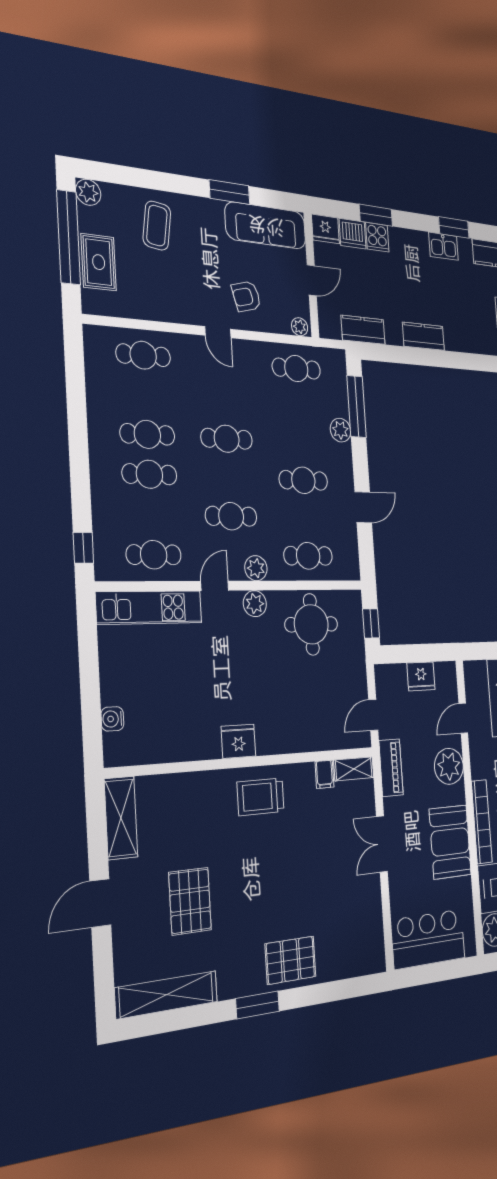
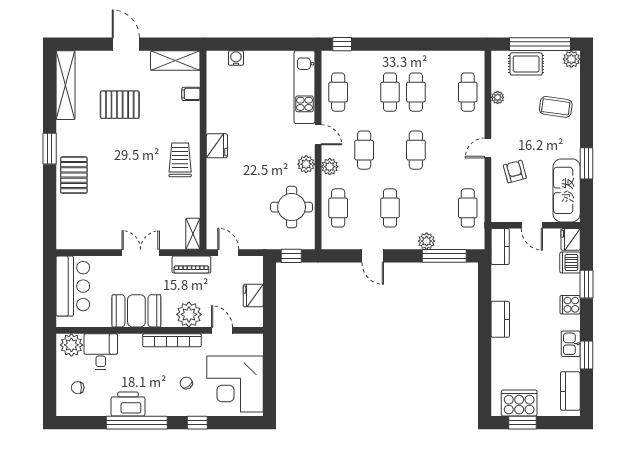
cooker: (377, 237) -> (570, 305), moved
plant: (300, 327) -> (498, 97), moved
kitchen counter: (363, 330) -> (500, 247), moved
filing cabinet: (324, 774) -> (191, 94), moved
bookcase: (482, 822) -> (172, 340), moved

